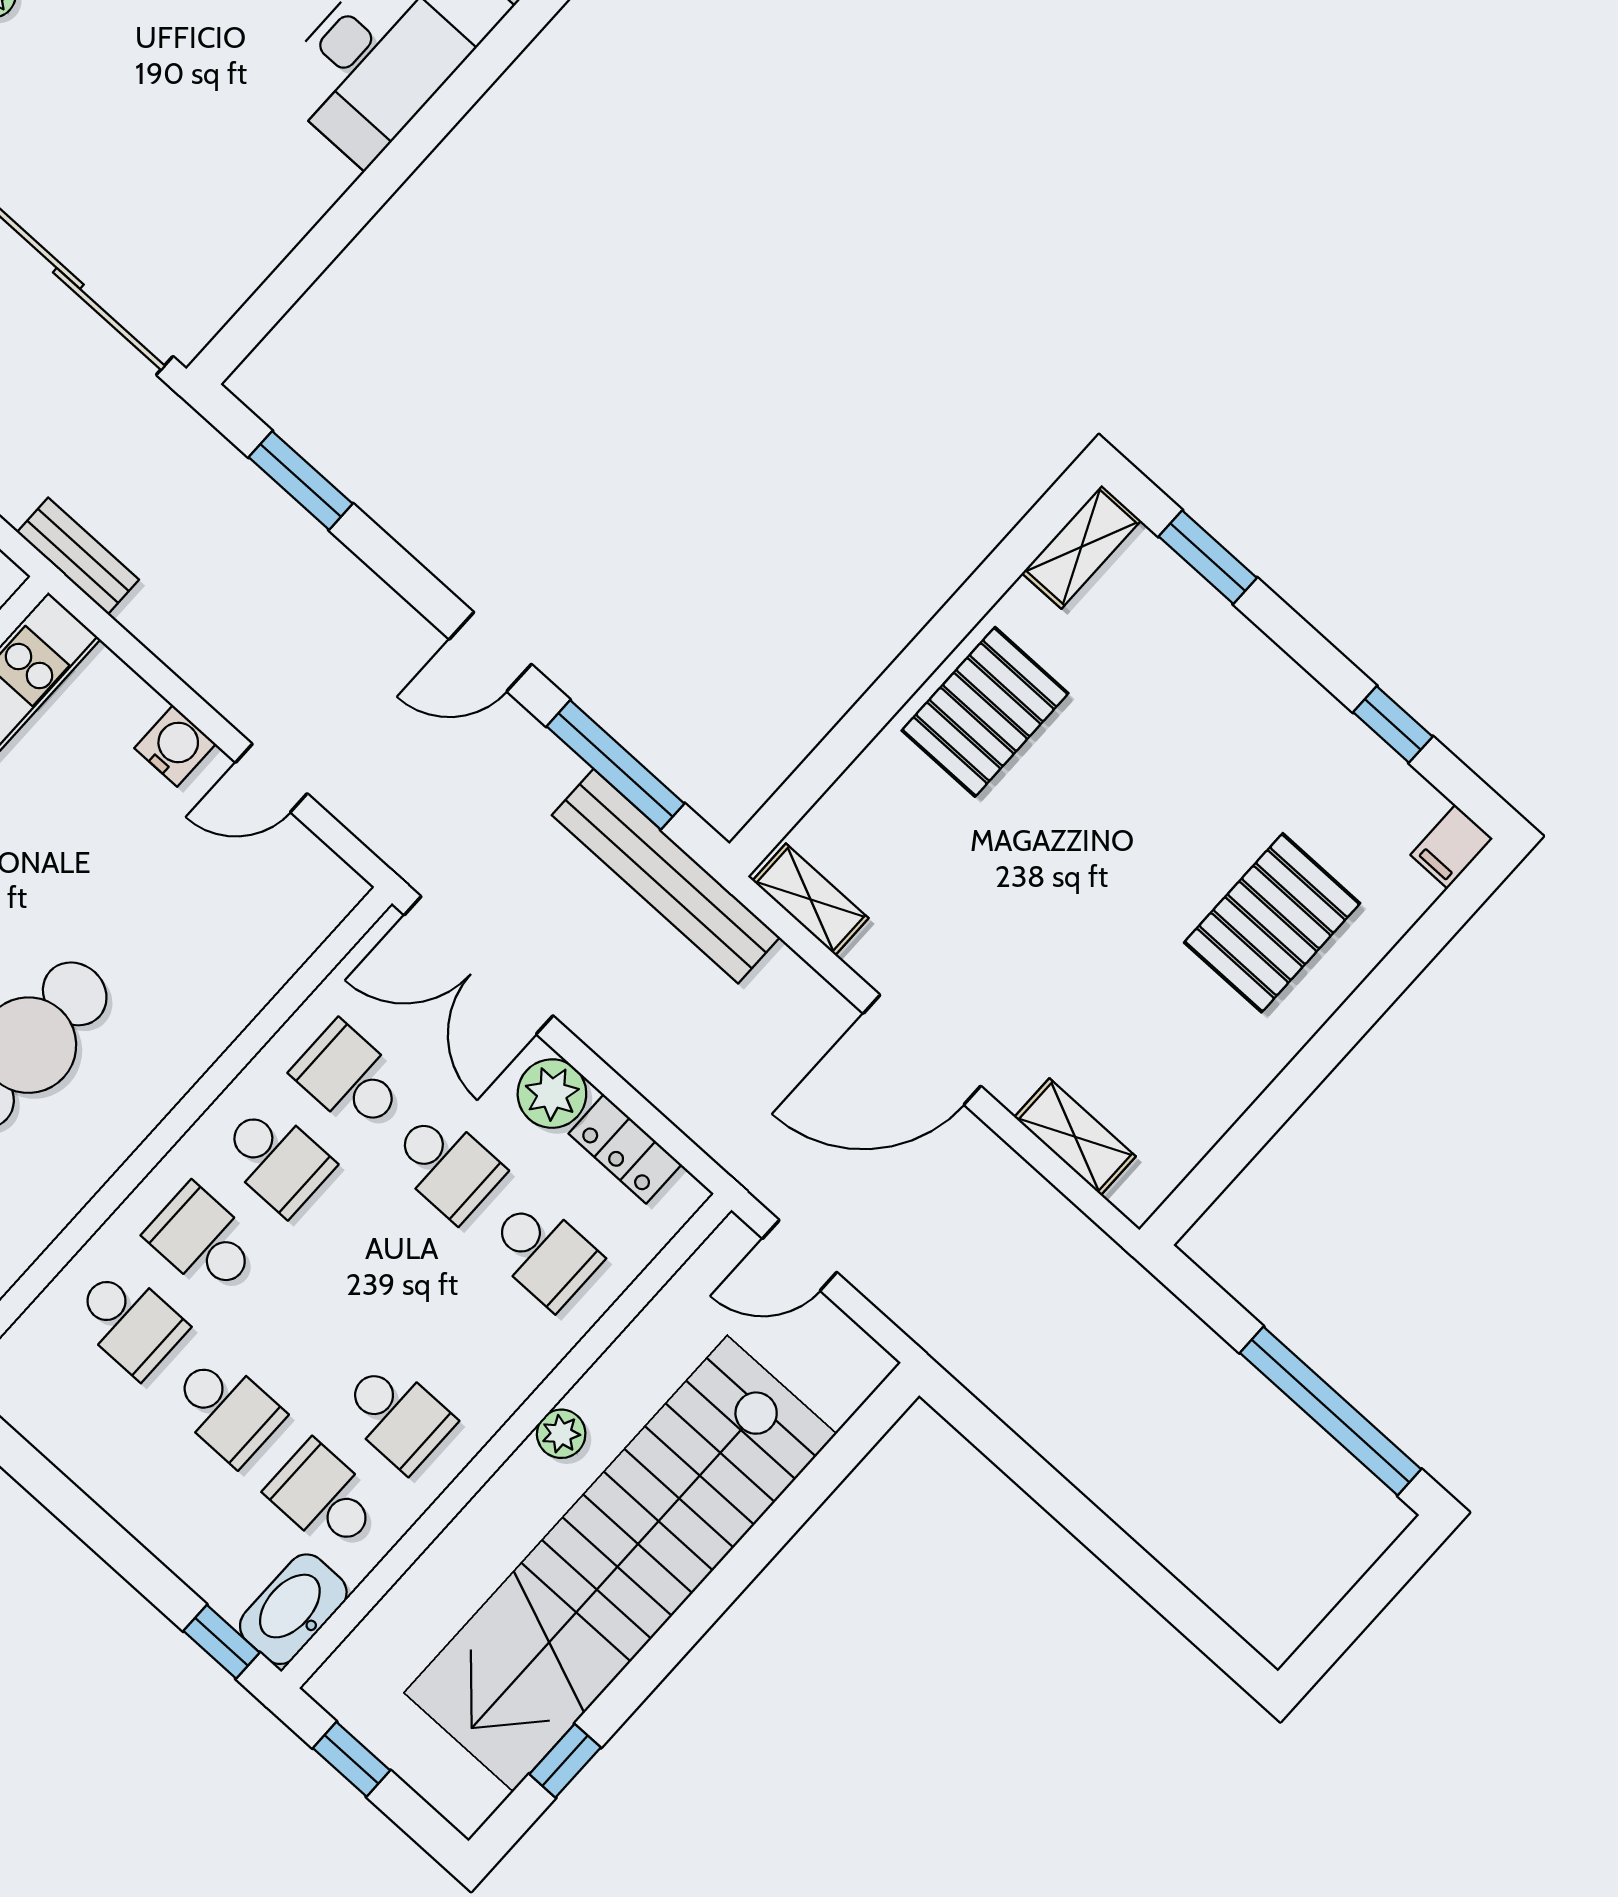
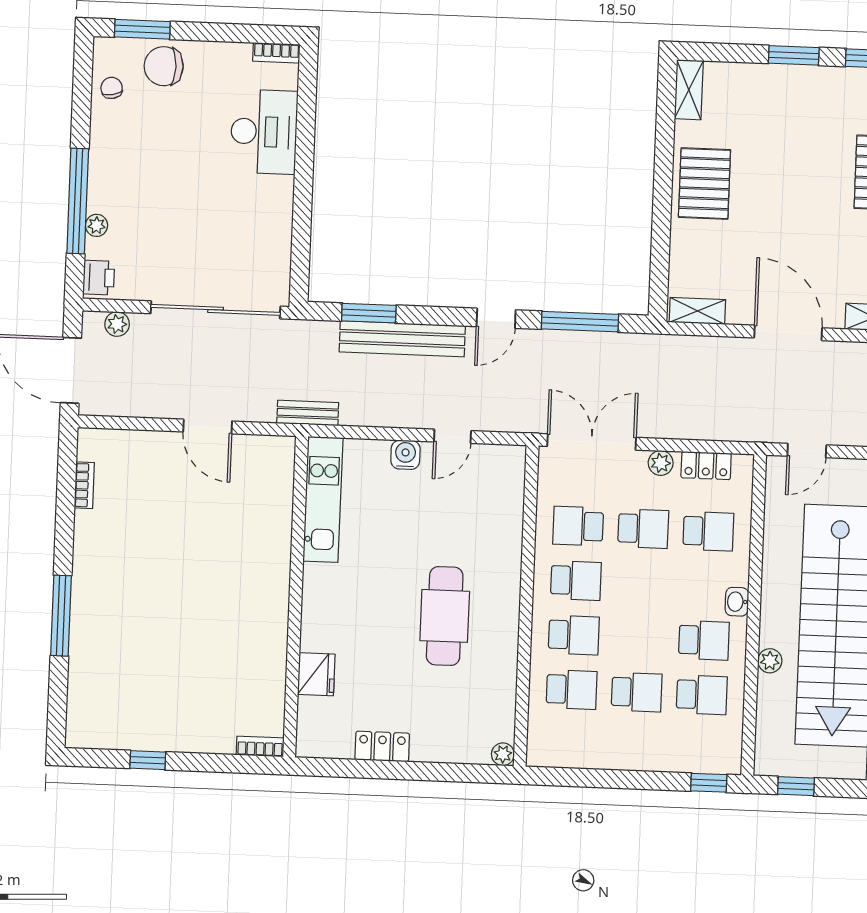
window: (1208, 557) -> (794, 55), moved
bench: (666, 876) -> (402, 339), moved
double door: (479, 965) -> (592, 442), swing flipped
door: (922, 1050) -> (788, 333), swing flipped
plant: (552, 1094) -> (661, 463), width x0.73, depth x0.73
school desk: (203, 1240) -> (574, 635), turned 180
plant: (561, 1434) -> (770, 661), moved
school desk: (324, 1497) -> (702, 695), turned 180
washbasin: (293, 1609) -> (737, 602), moved, width x0.52, depth x0.69

